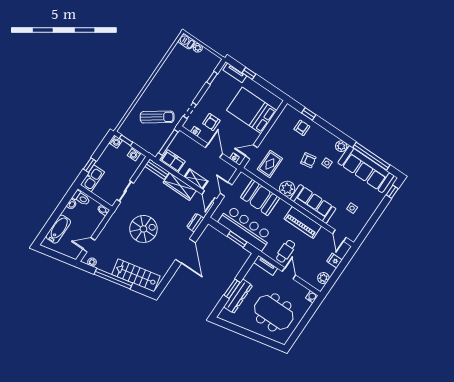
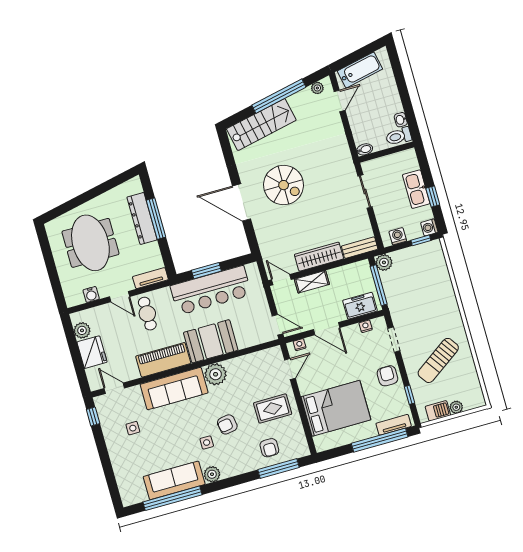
barbecue: (187, 41) -> (438, 411), moved
window: (249, 73) -> (380, 440), width x3.17
window: (309, 114) -> (279, 469), width x2.17
sun lounger: (157, 117) -> (438, 360), moved
armchair: (211, 122) -> (387, 376), moved
plant: (154, 150) -> (384, 262), added
freezer: (173, 161) -> (360, 306), moved, turned 180
rug: (270, 164) -> (273, 409), moved, turned 90
window: (90, 165) -> (433, 196), moved
sofa: (366, 169) -> (174, 480), width x0.74, depth x0.79
kitchen sink: (92, 178) -> (416, 189), moved
door: (226, 189) -> (278, 325), moved
window: (392, 192) -> (93, 416), moved
booth: (260, 198) -> (211, 341), moved
dresser: (195, 223) -> (264, 240), removed
bathtub: (58, 229) -> (360, 70), moved, turned -102
spiral stairs: (143, 229) -> (284, 185), moved, turned -90
fridge: (335, 261) -> (92, 352), width x1.88, depth x1.34
window: (232, 289) -> (156, 219), width x1.44
water cooler: (312, 297) -> (91, 294), moved
meeting table: (274, 312) -> (90, 243), turned 90

